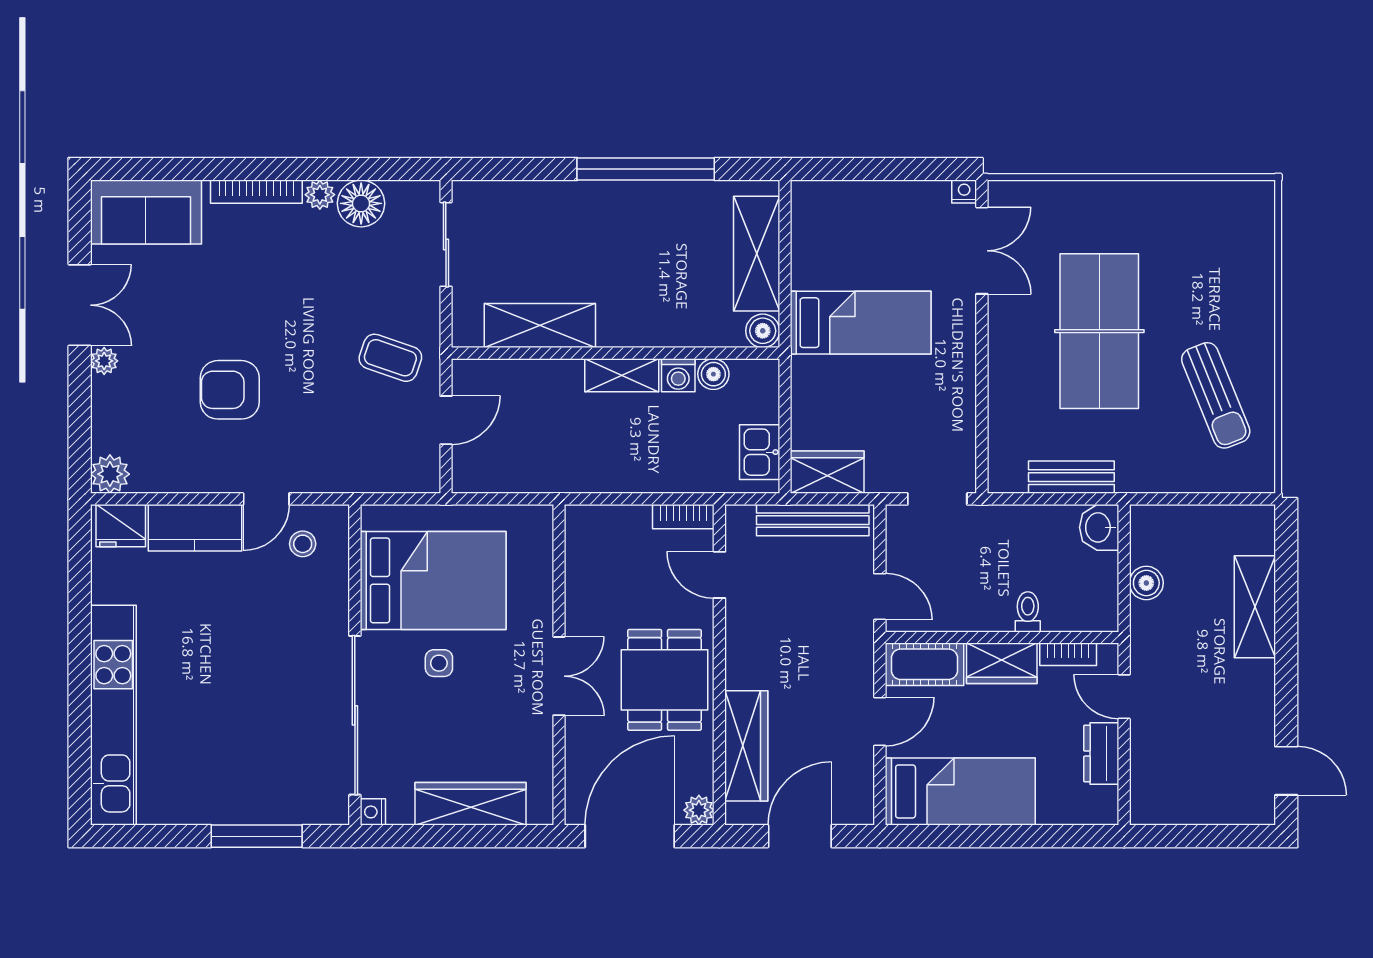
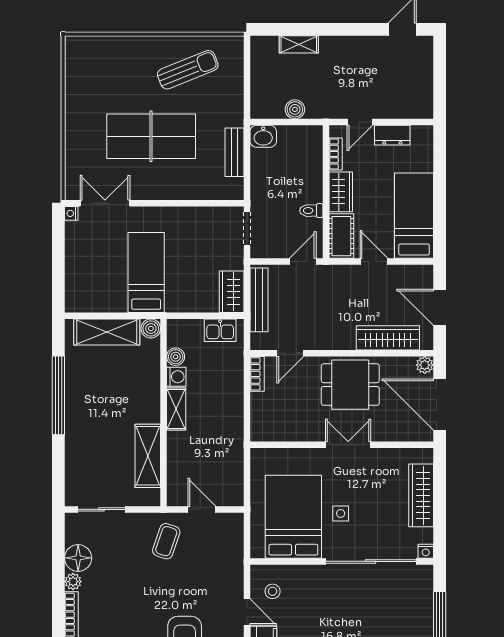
shelving: (1255, 607) -> (299, 44), width x0.67, depth x0.75
toilet: (1028, 612) -> (311, 211), moved

